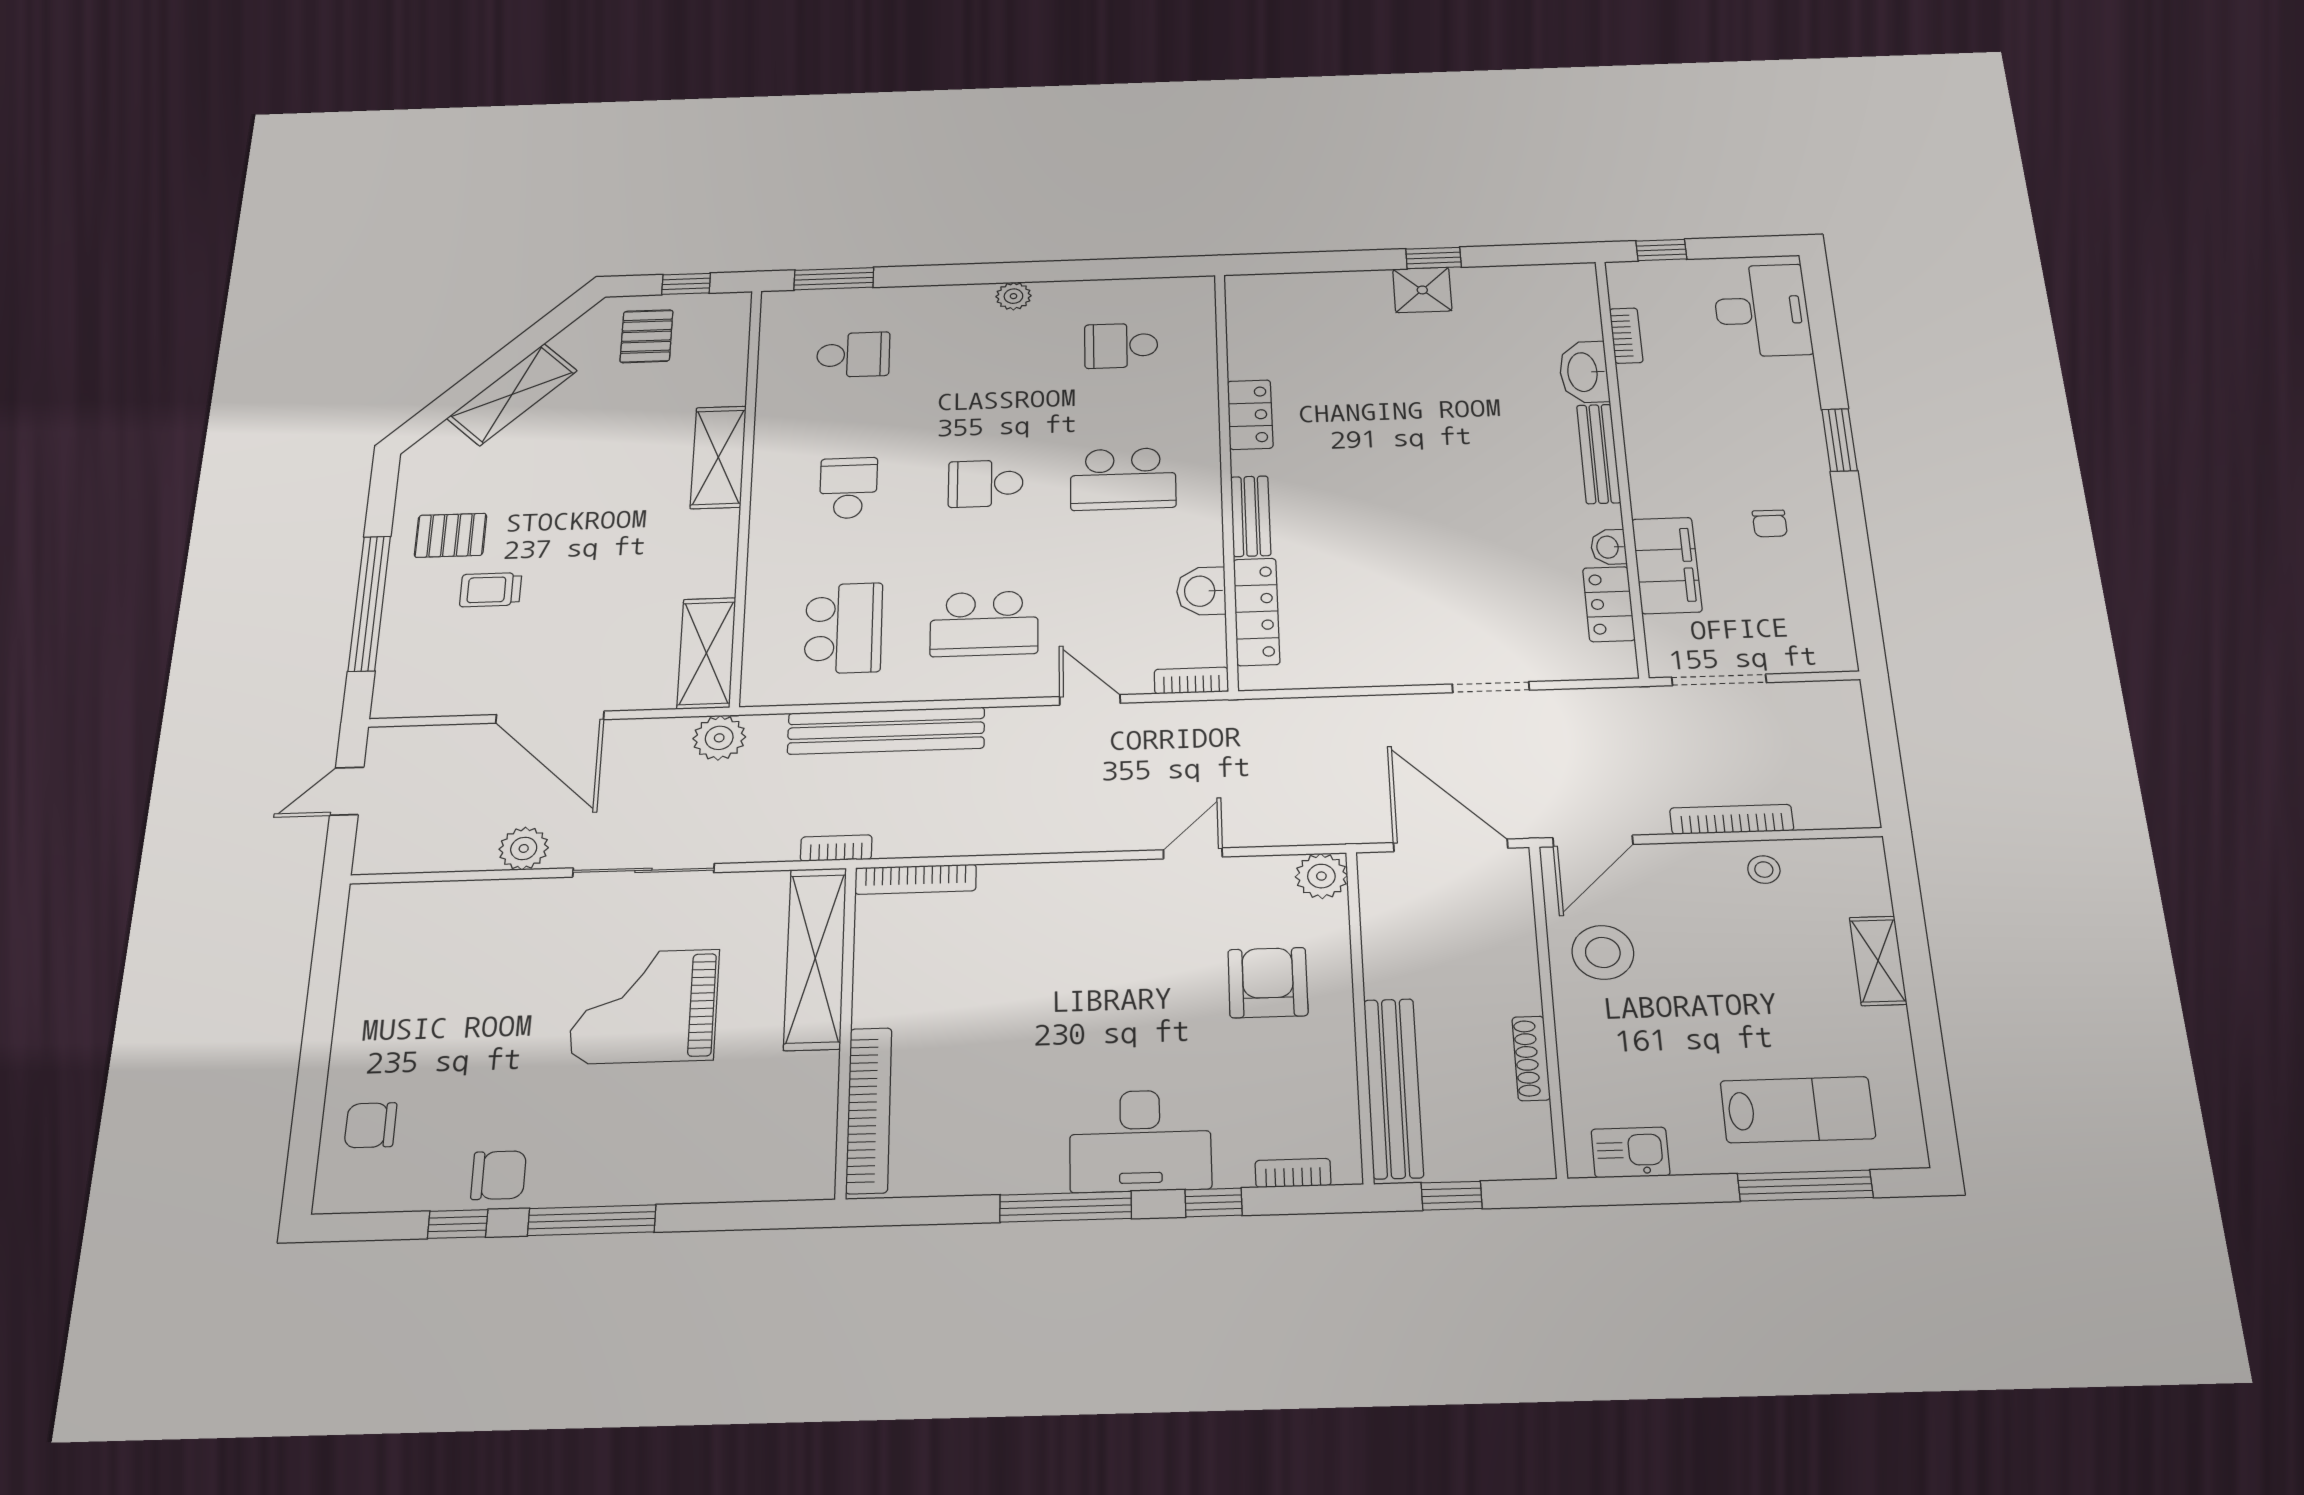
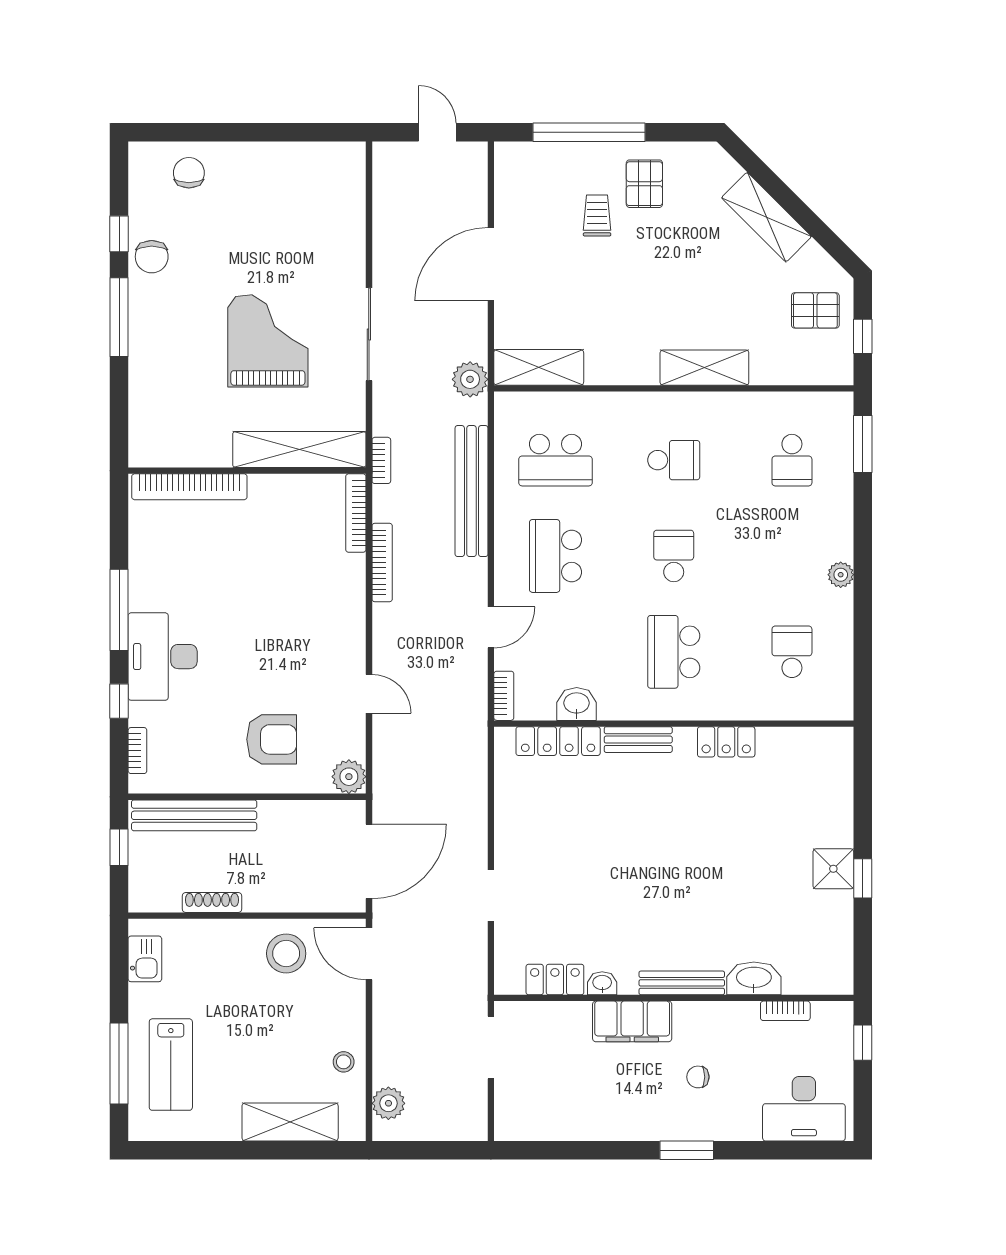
chair: (1770, 523) -> (698, 1077), moved
filing cabinet: (1667, 565) -> (632, 1021), moved
bookcase: (1732, 819) -> (382, 562), moved
plant: (524, 848) -> (388, 1103), moved
shelving: (1878, 961) -> (290, 1122), width x1.50, depth x1.33

